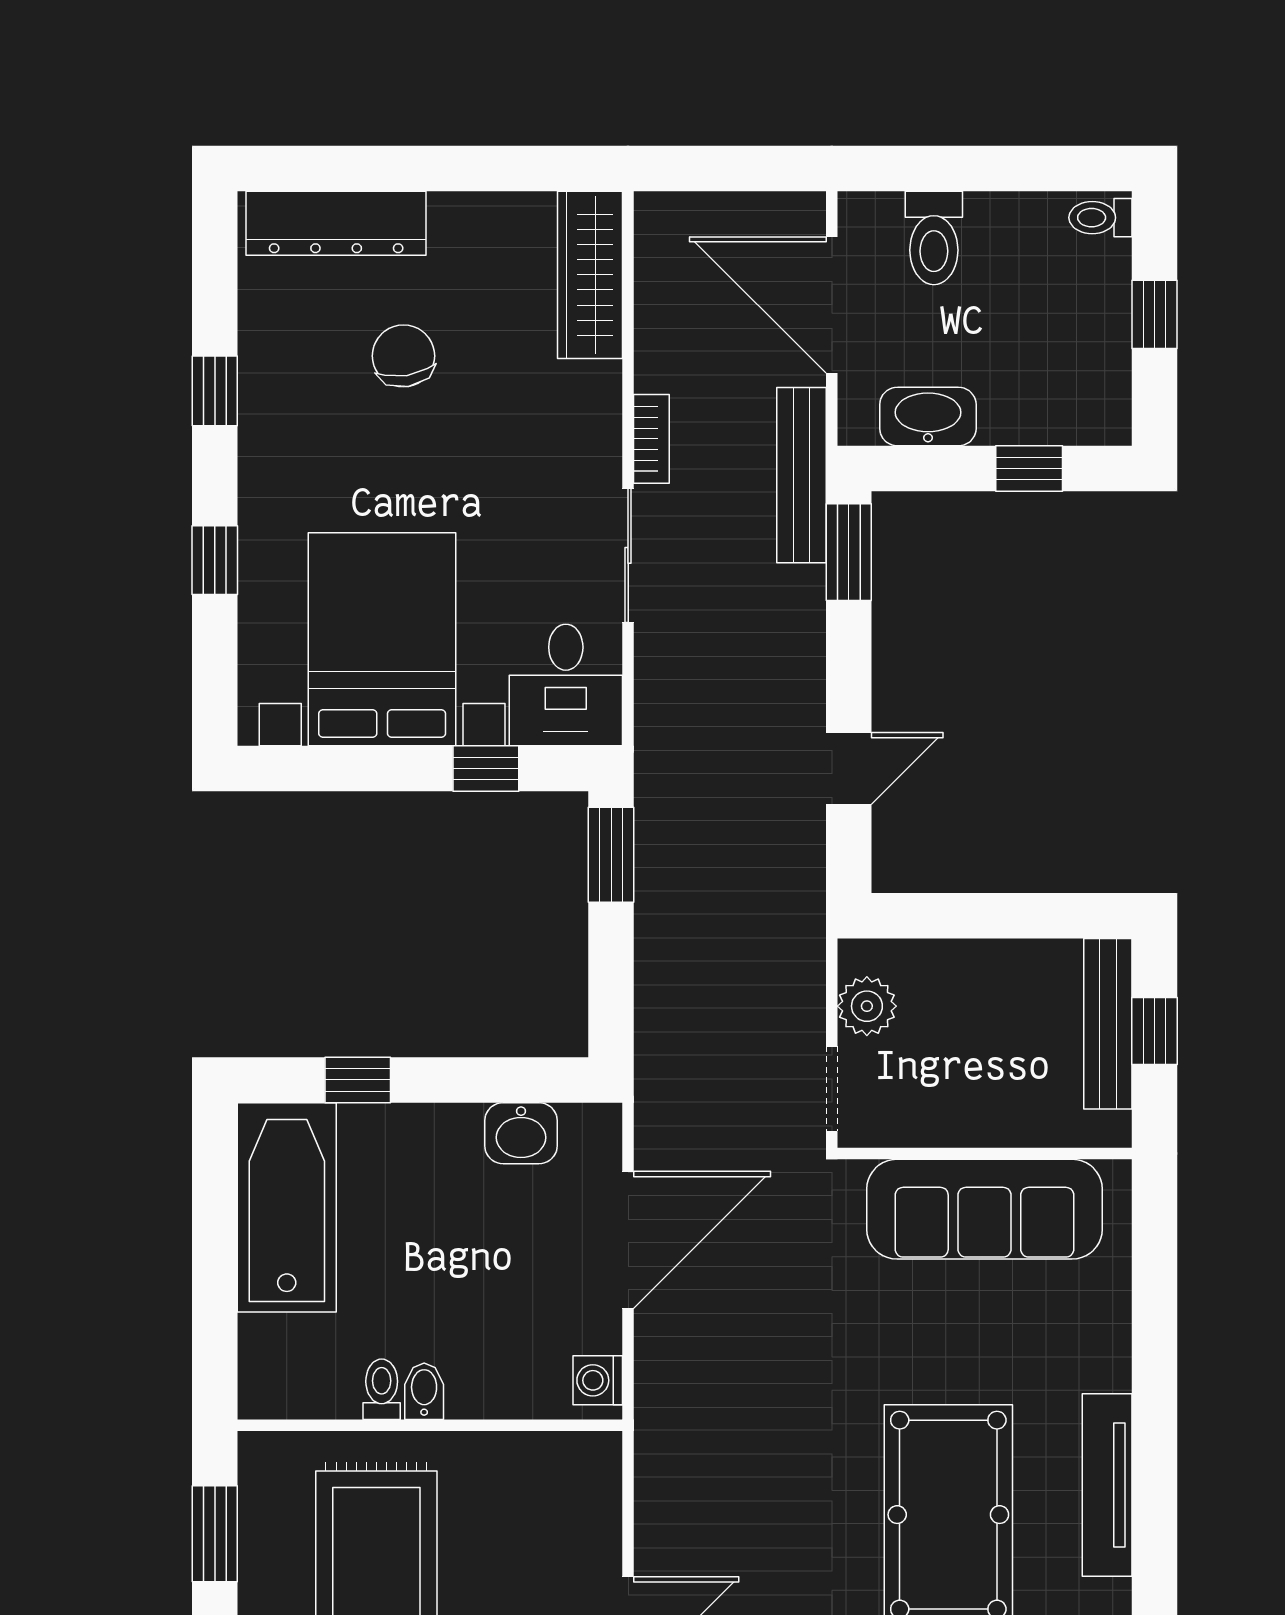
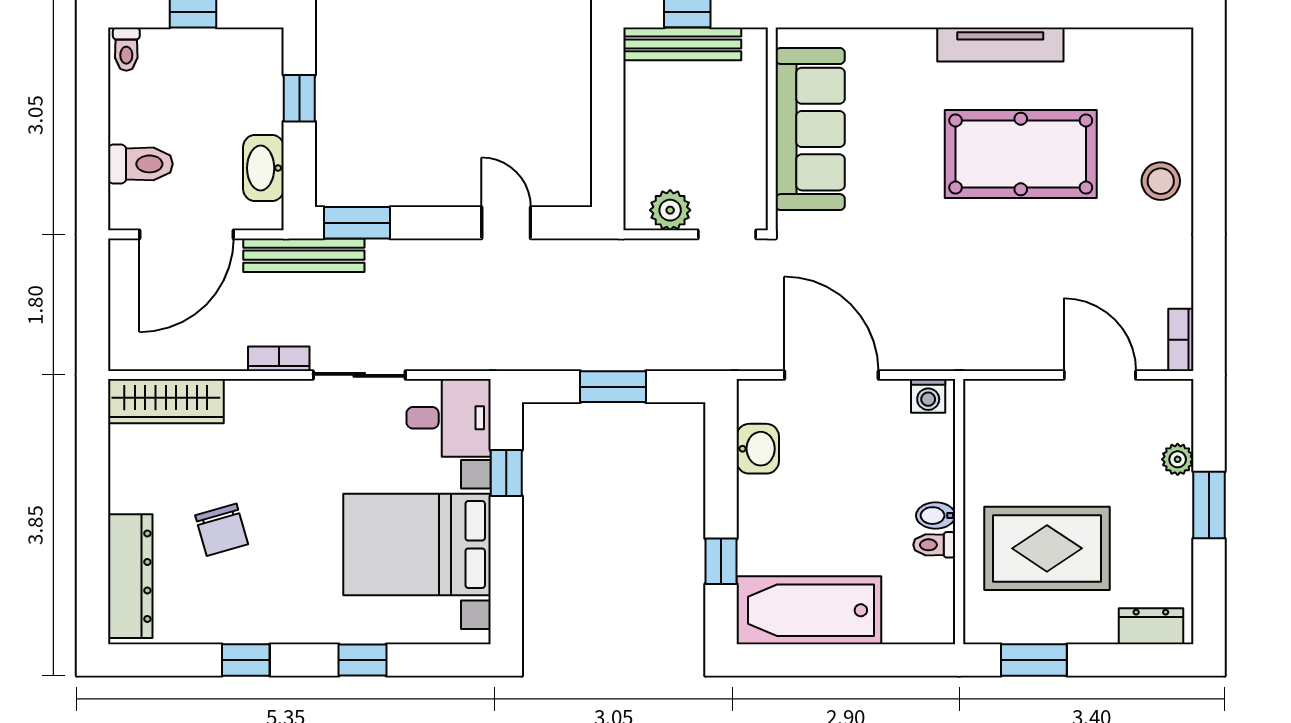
chair: (403, 356) -> (222, 530), turned -97
window: (611, 855) -> (613, 387), moved

